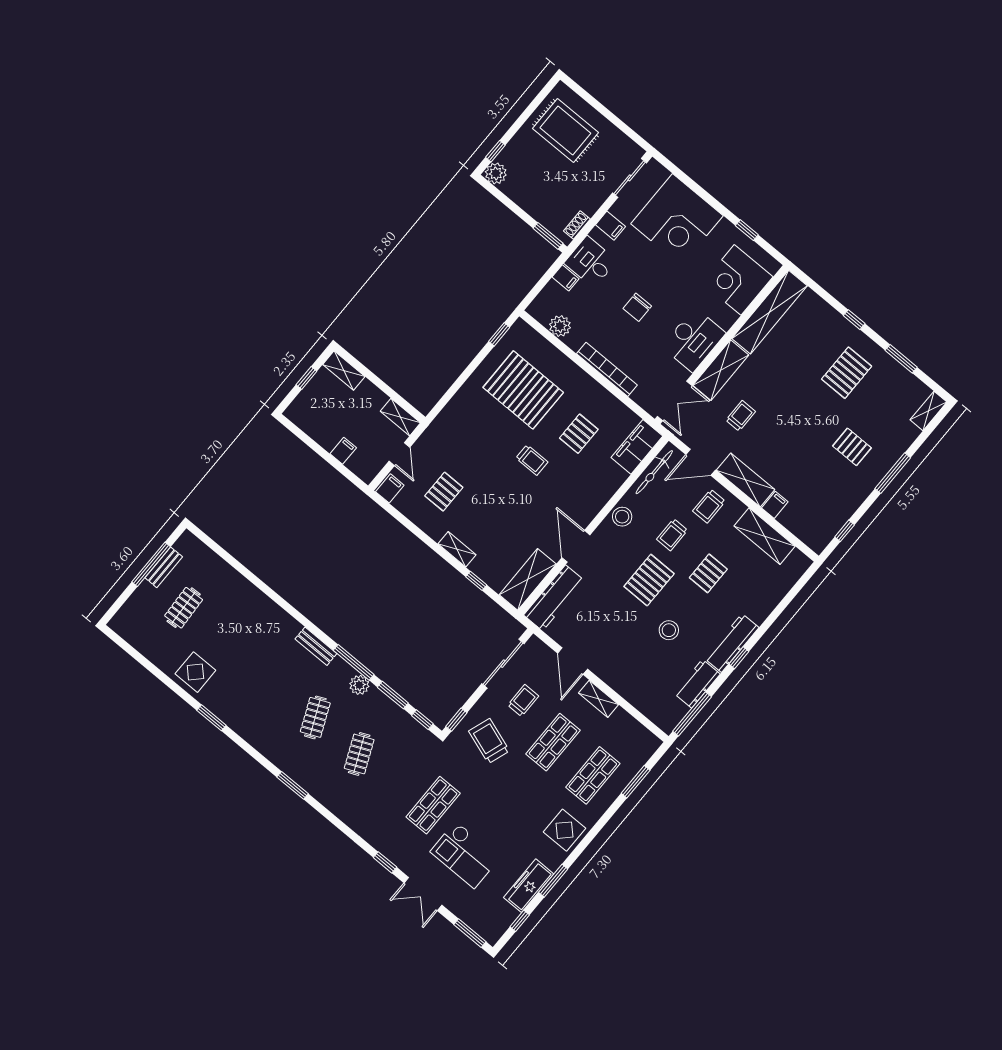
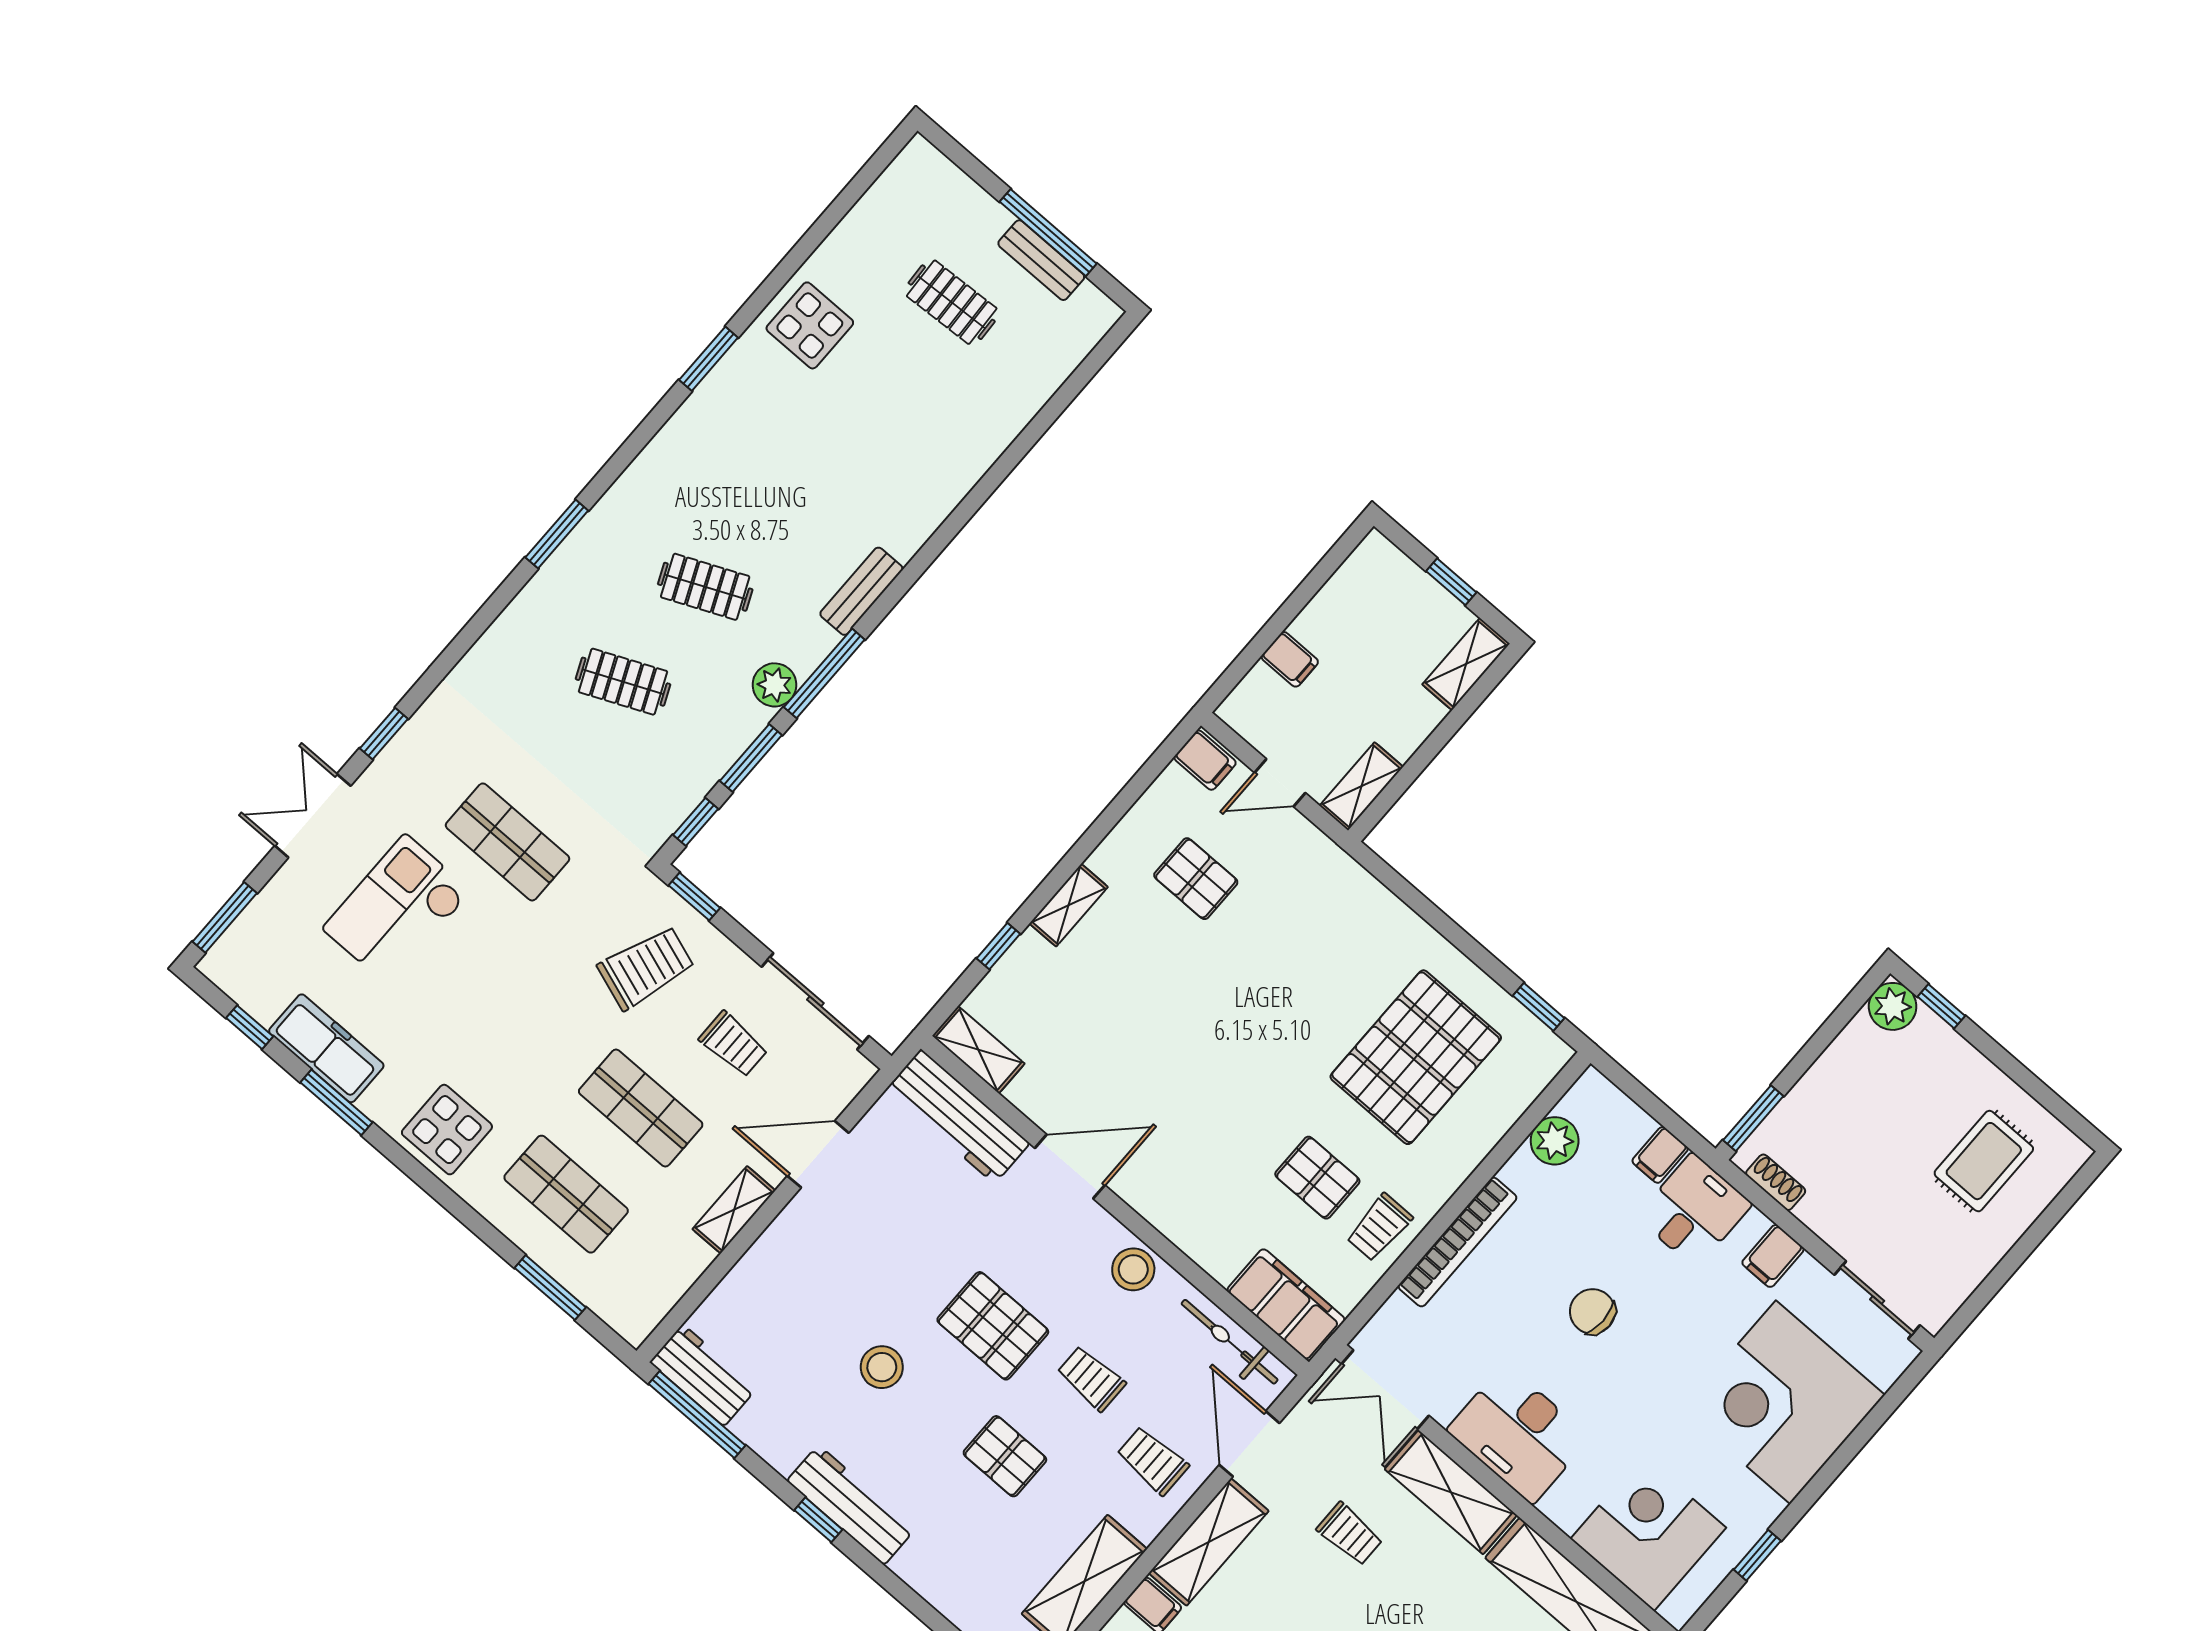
rug: (565, 131) -> (1984, 1161), width x0.73, depth x0.70
trolley: (532, 460) -> (1379, 1227), moved
shelving: (528, 579) -> (978, 1050), width x0.67, depth x0.75
workbench: (697, 684) -> (703, 1375), moved

